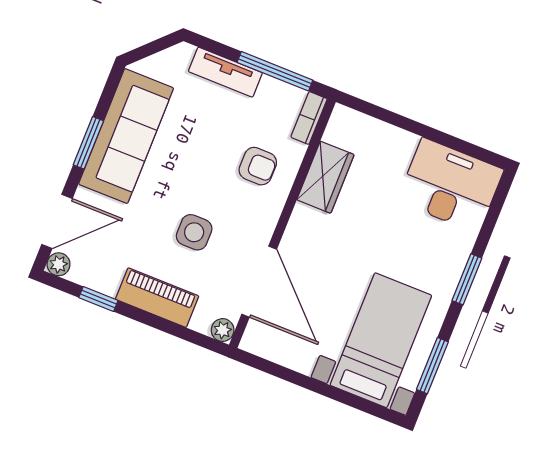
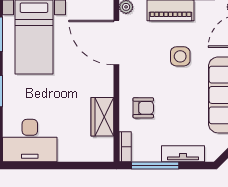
armchair: (258, 166) -> (143, 108), turned 180
side table: (194, 232) -> (180, 56), moved

